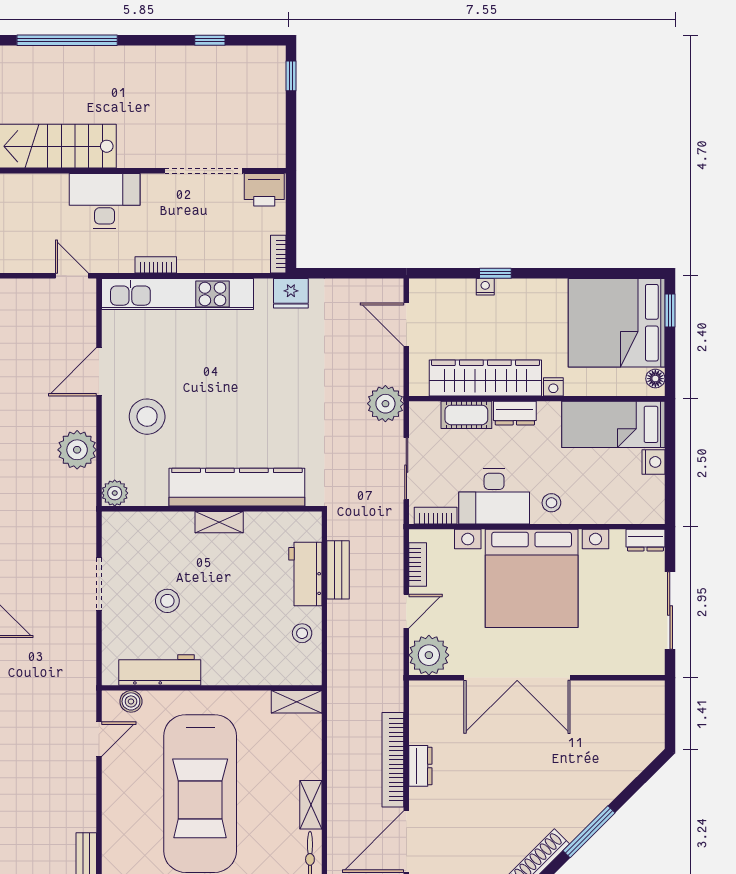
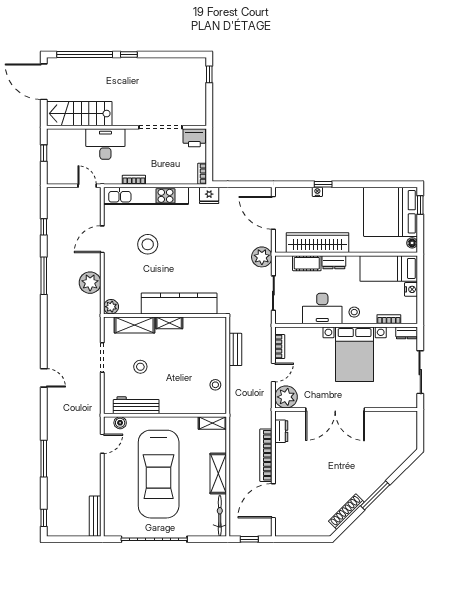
window: (210, 40) -> (129, 55), moved
door: (406, 325) -> (273, 213), width x1.36
nightstand: (553, 387) -> (355, 248), removed
stool: (147, 417) -> (148, 244), moved
bookcase: (436, 516) -> (389, 319), moved
shelving: (157, 526) -> (135, 325), added
workbench: (305, 574) -> (217, 352), removed
bed with nightstands: (532, 578) -> (355, 354), width x0.73
dresser: (420, 766) -> (281, 431), moved
shelving: (311, 805) -> (218, 473), width x1.50, depth x1.33

